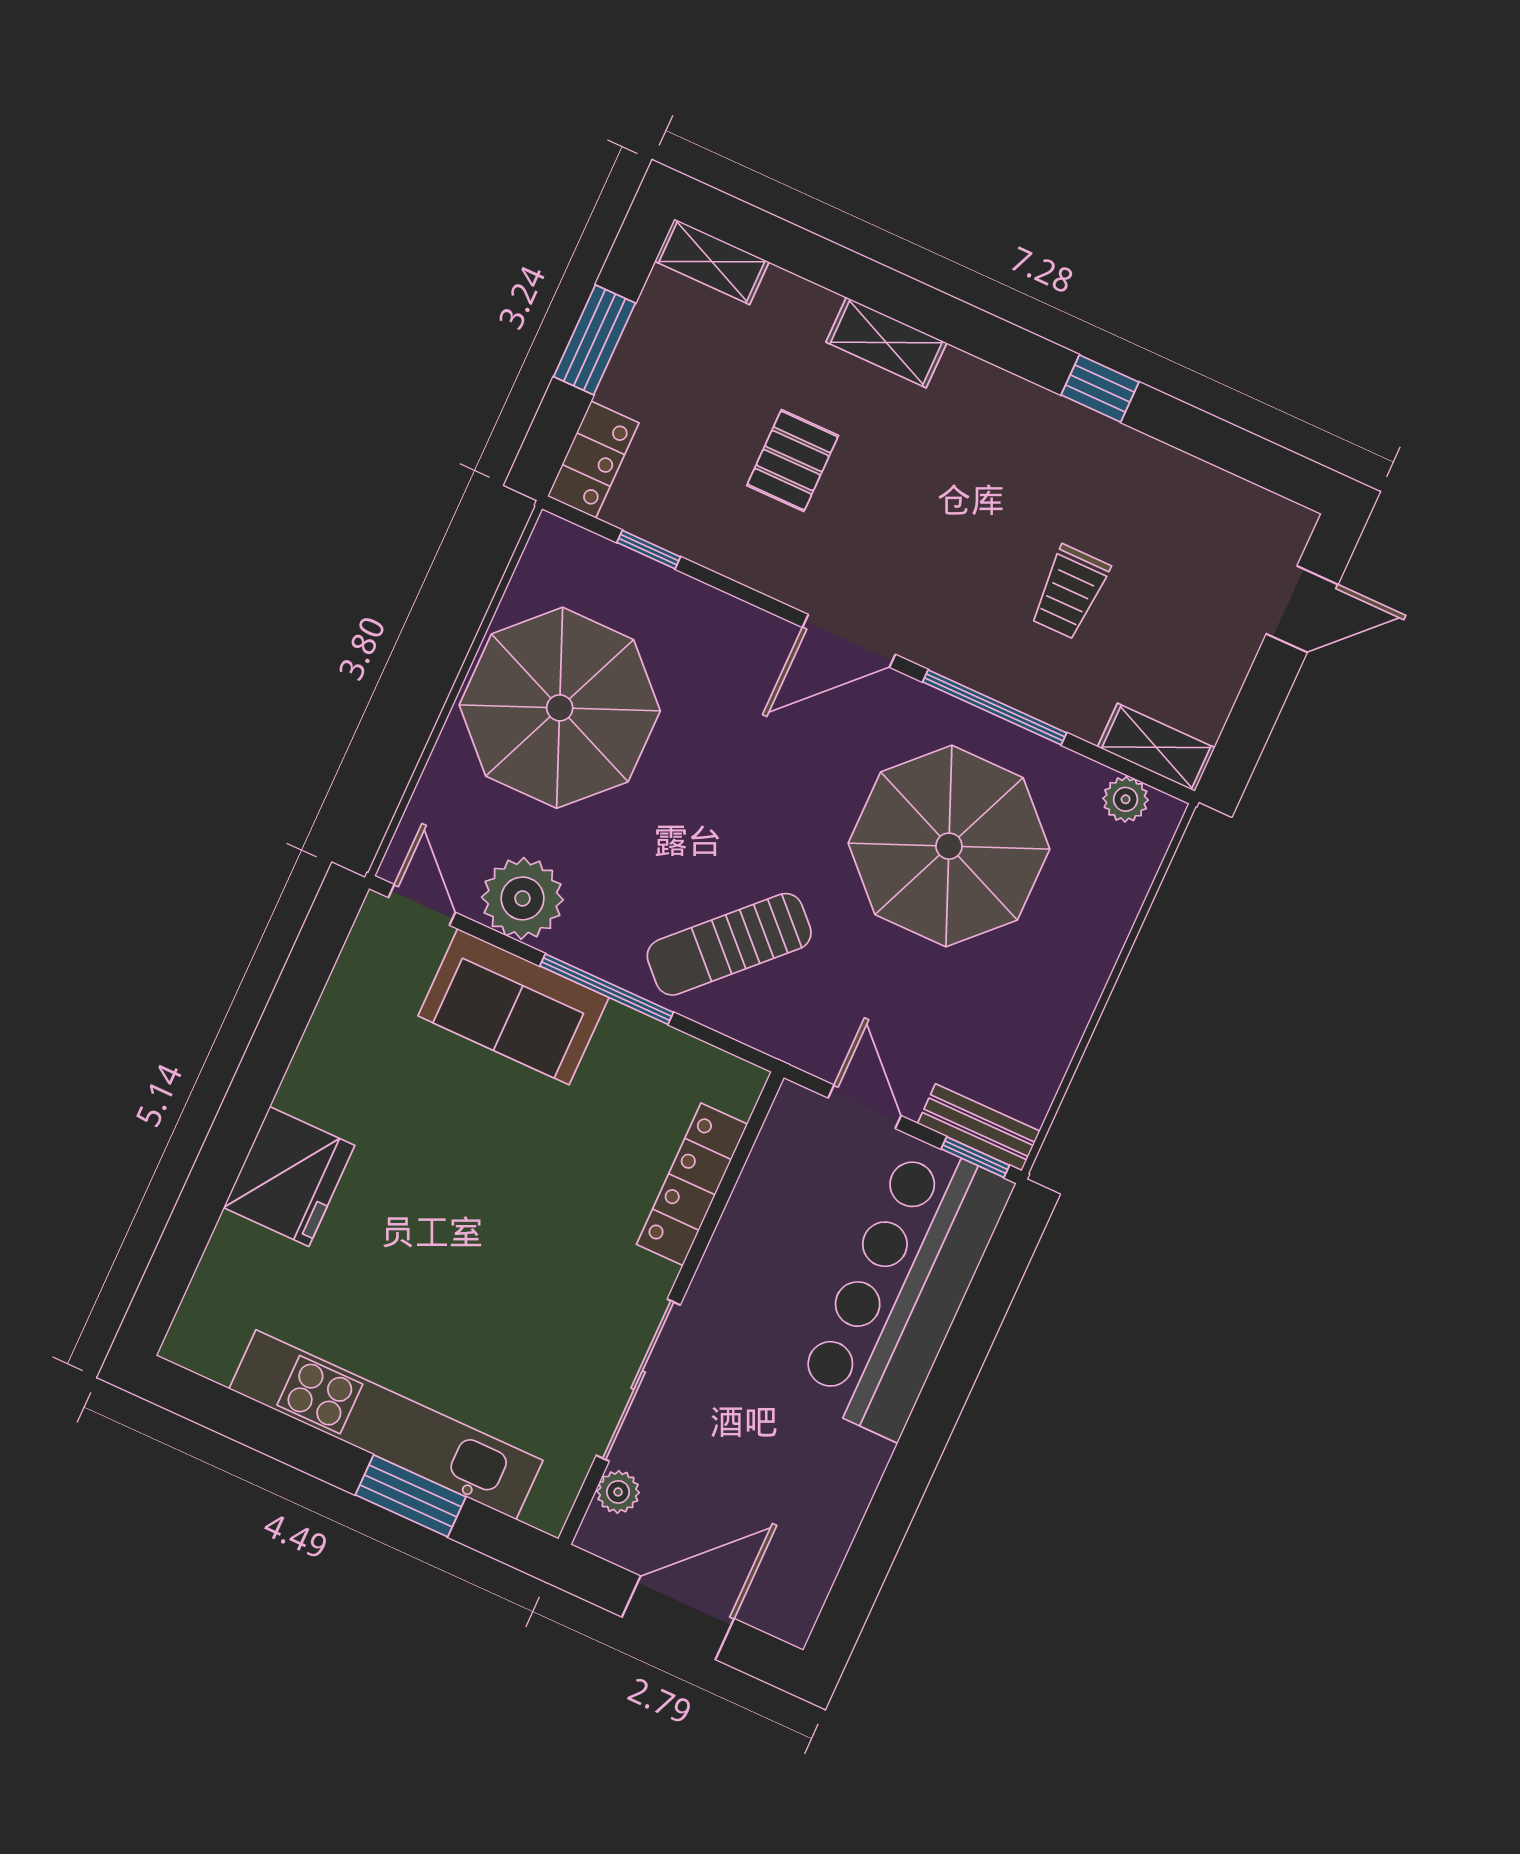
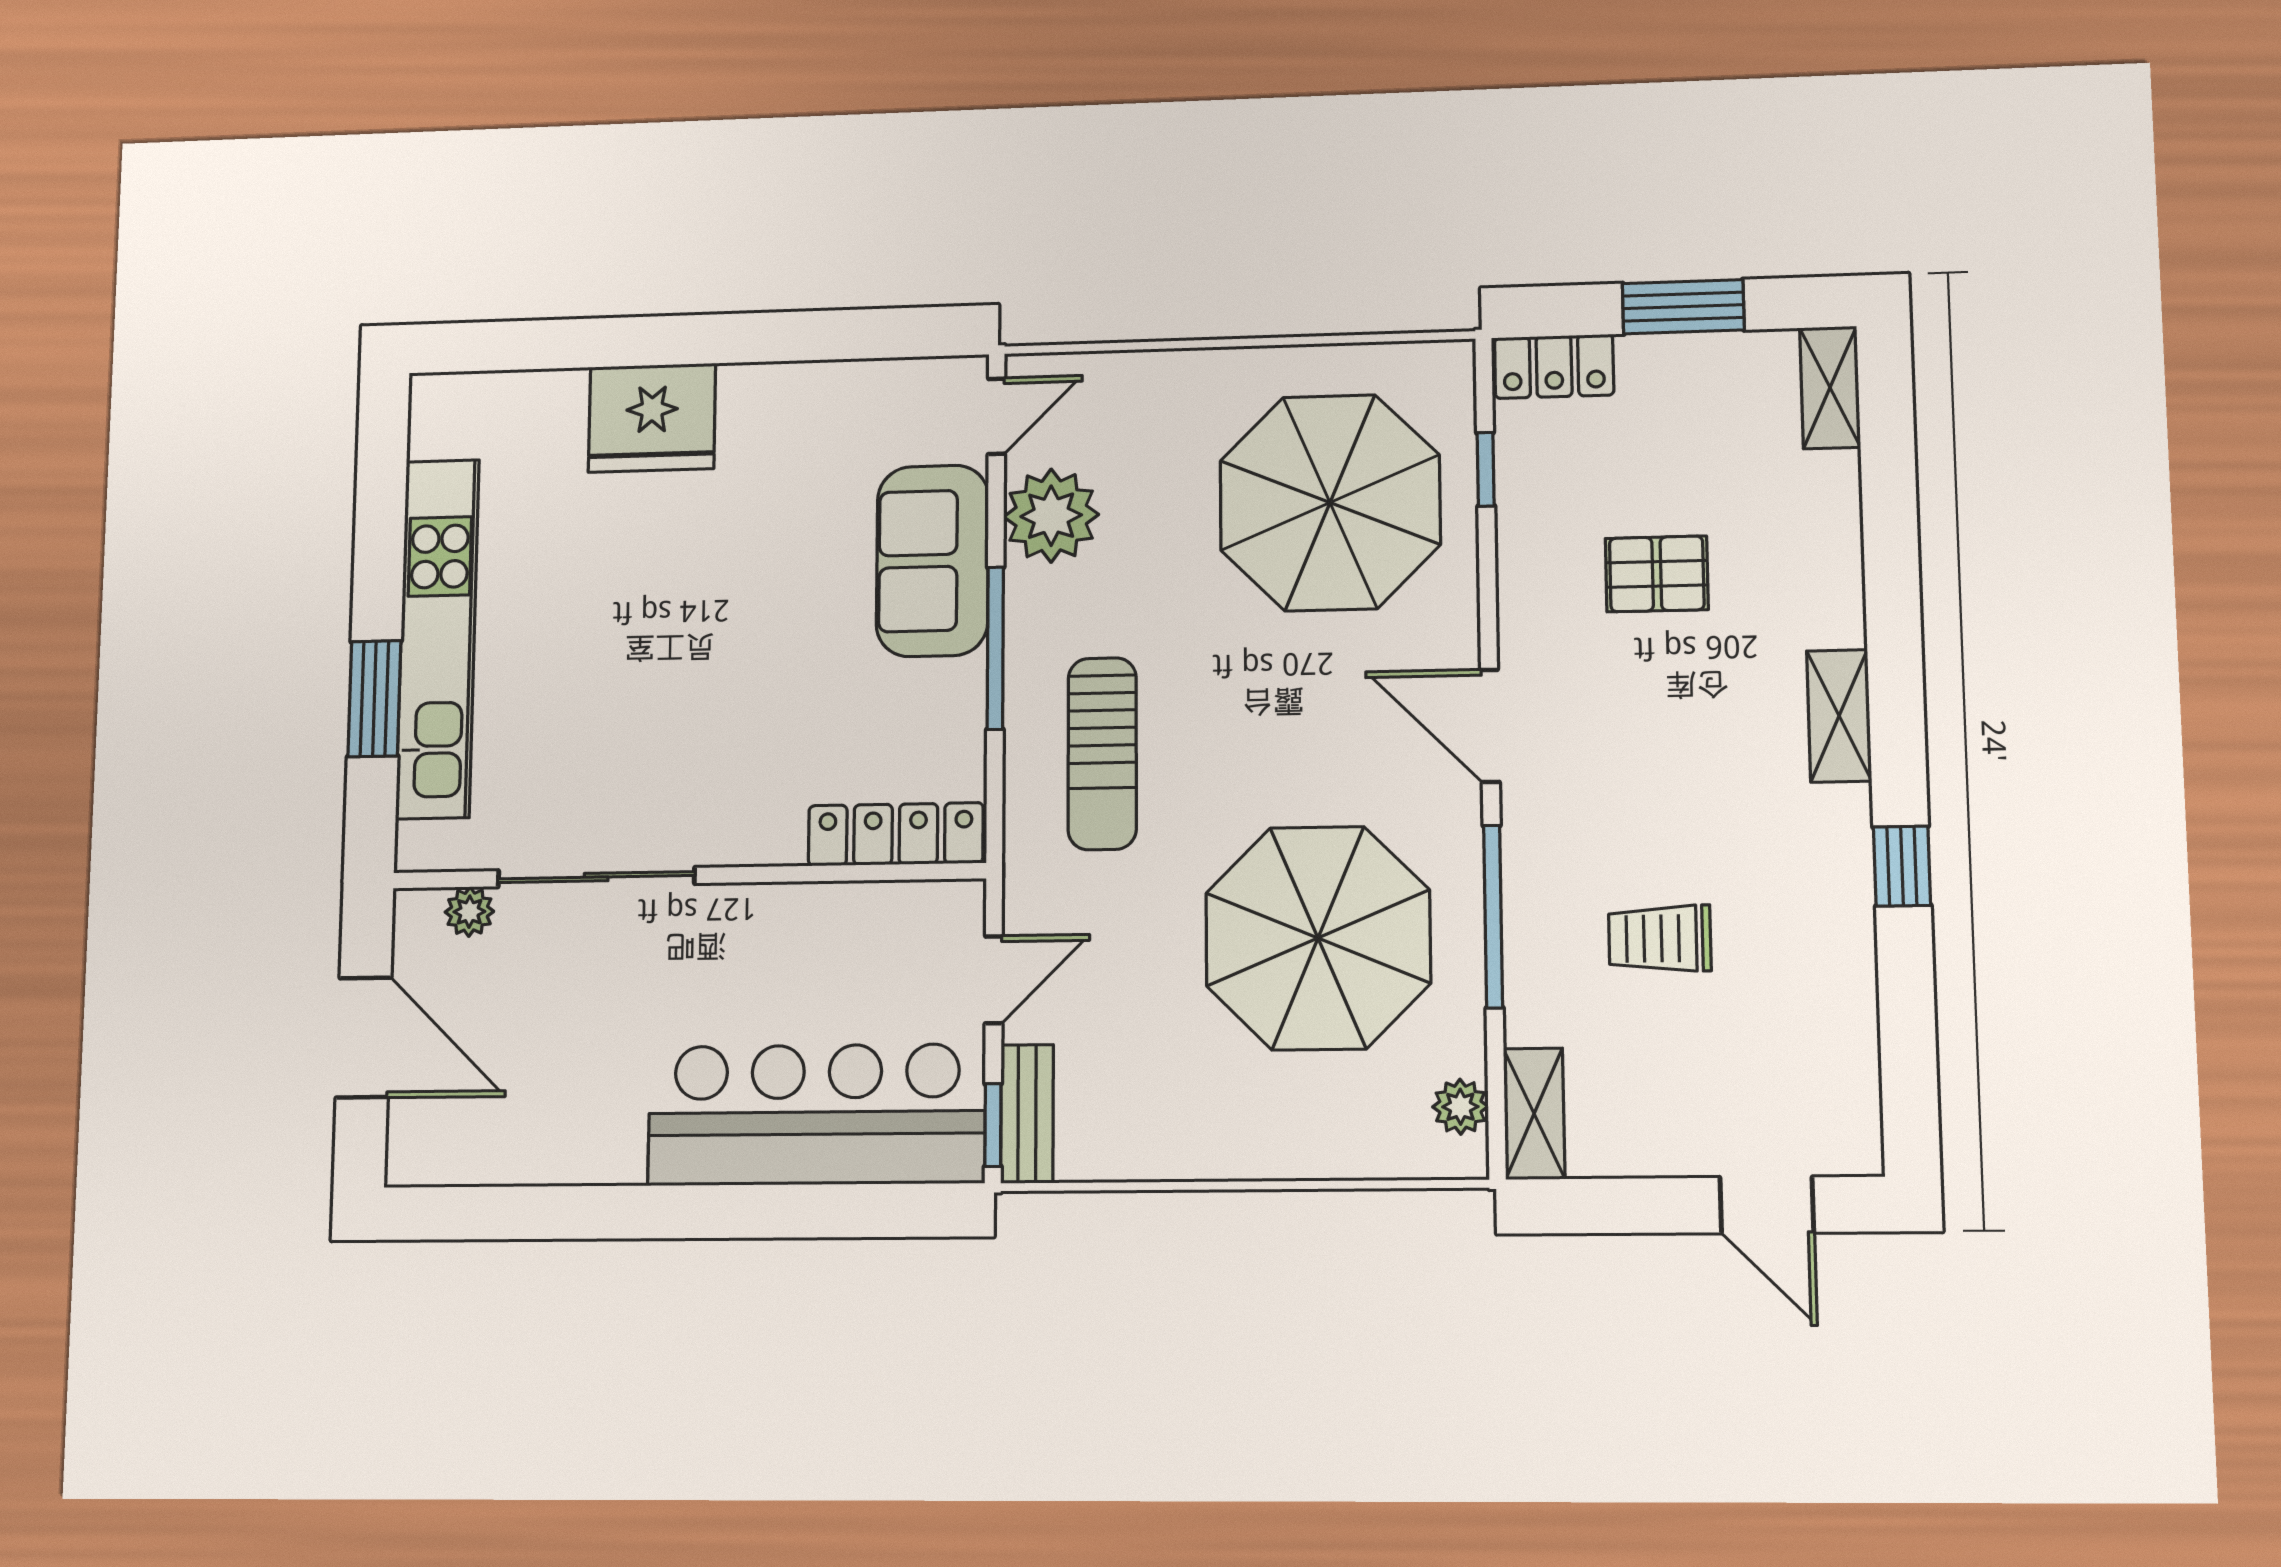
shelving: (886, 343) -> (1839, 716), moved
parasol: (560, 708) -> (1330, 503), moved
sun lounger: (729, 944) -> (1102, 754), turned -135
locker: (692, 1184) -> (896, 834), moved

